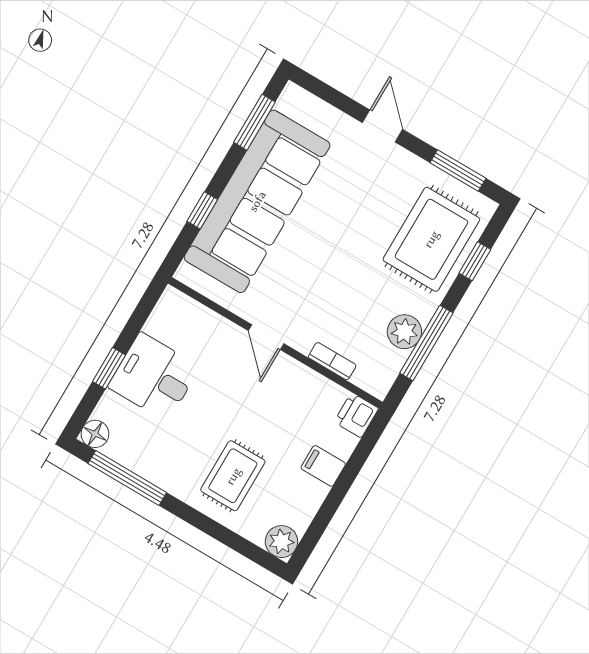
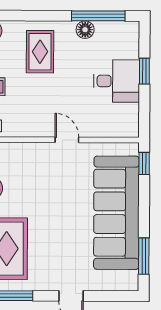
window: (202, 210) -> (144, 163), moved
bookcase: (332, 361) -> (22, 148), removed
floor lamp: (95, 434) -> (85, 30), moved

